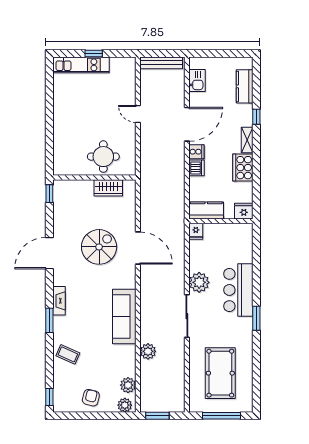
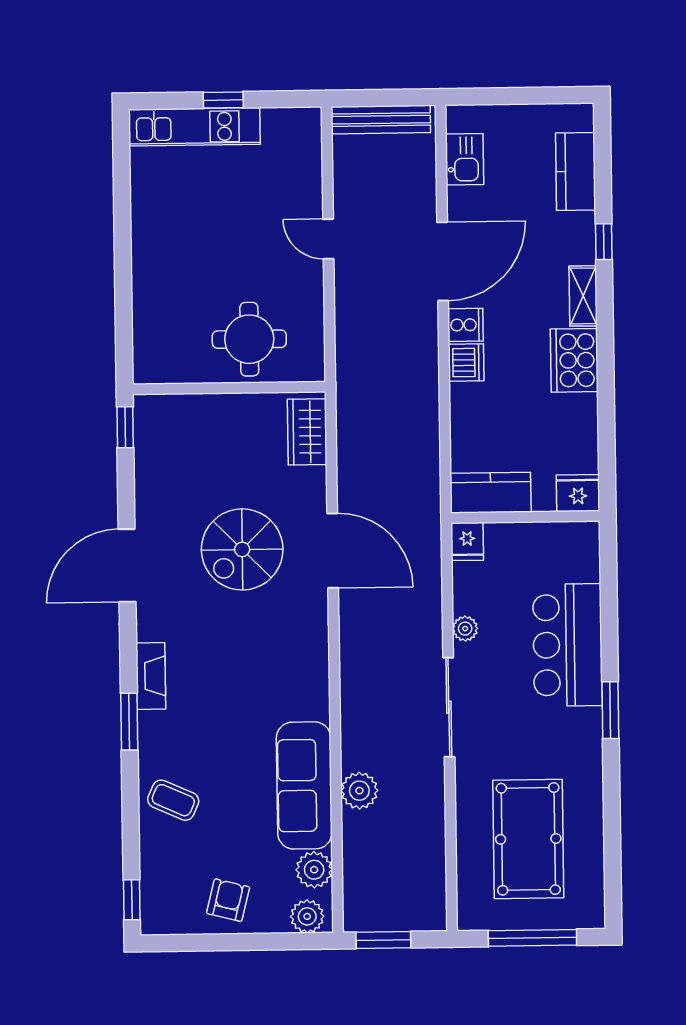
wardrobe: (108, 188) -> (307, 432), moved, turned 90
kitchen counter: (206, 210) -> (491, 493), moved
fridge: (244, 211) -> (578, 493), moved
wall: (221, 221) -> (525, 517), moved
fridge: (196, 231) -> (467, 541), moved
spiral stairs: (99, 247) -> (242, 549), turned 180
plant: (199, 282) -> (465, 629), width x0.53, depth x0.53
sofa: (124, 317) -> (304, 785), moved

